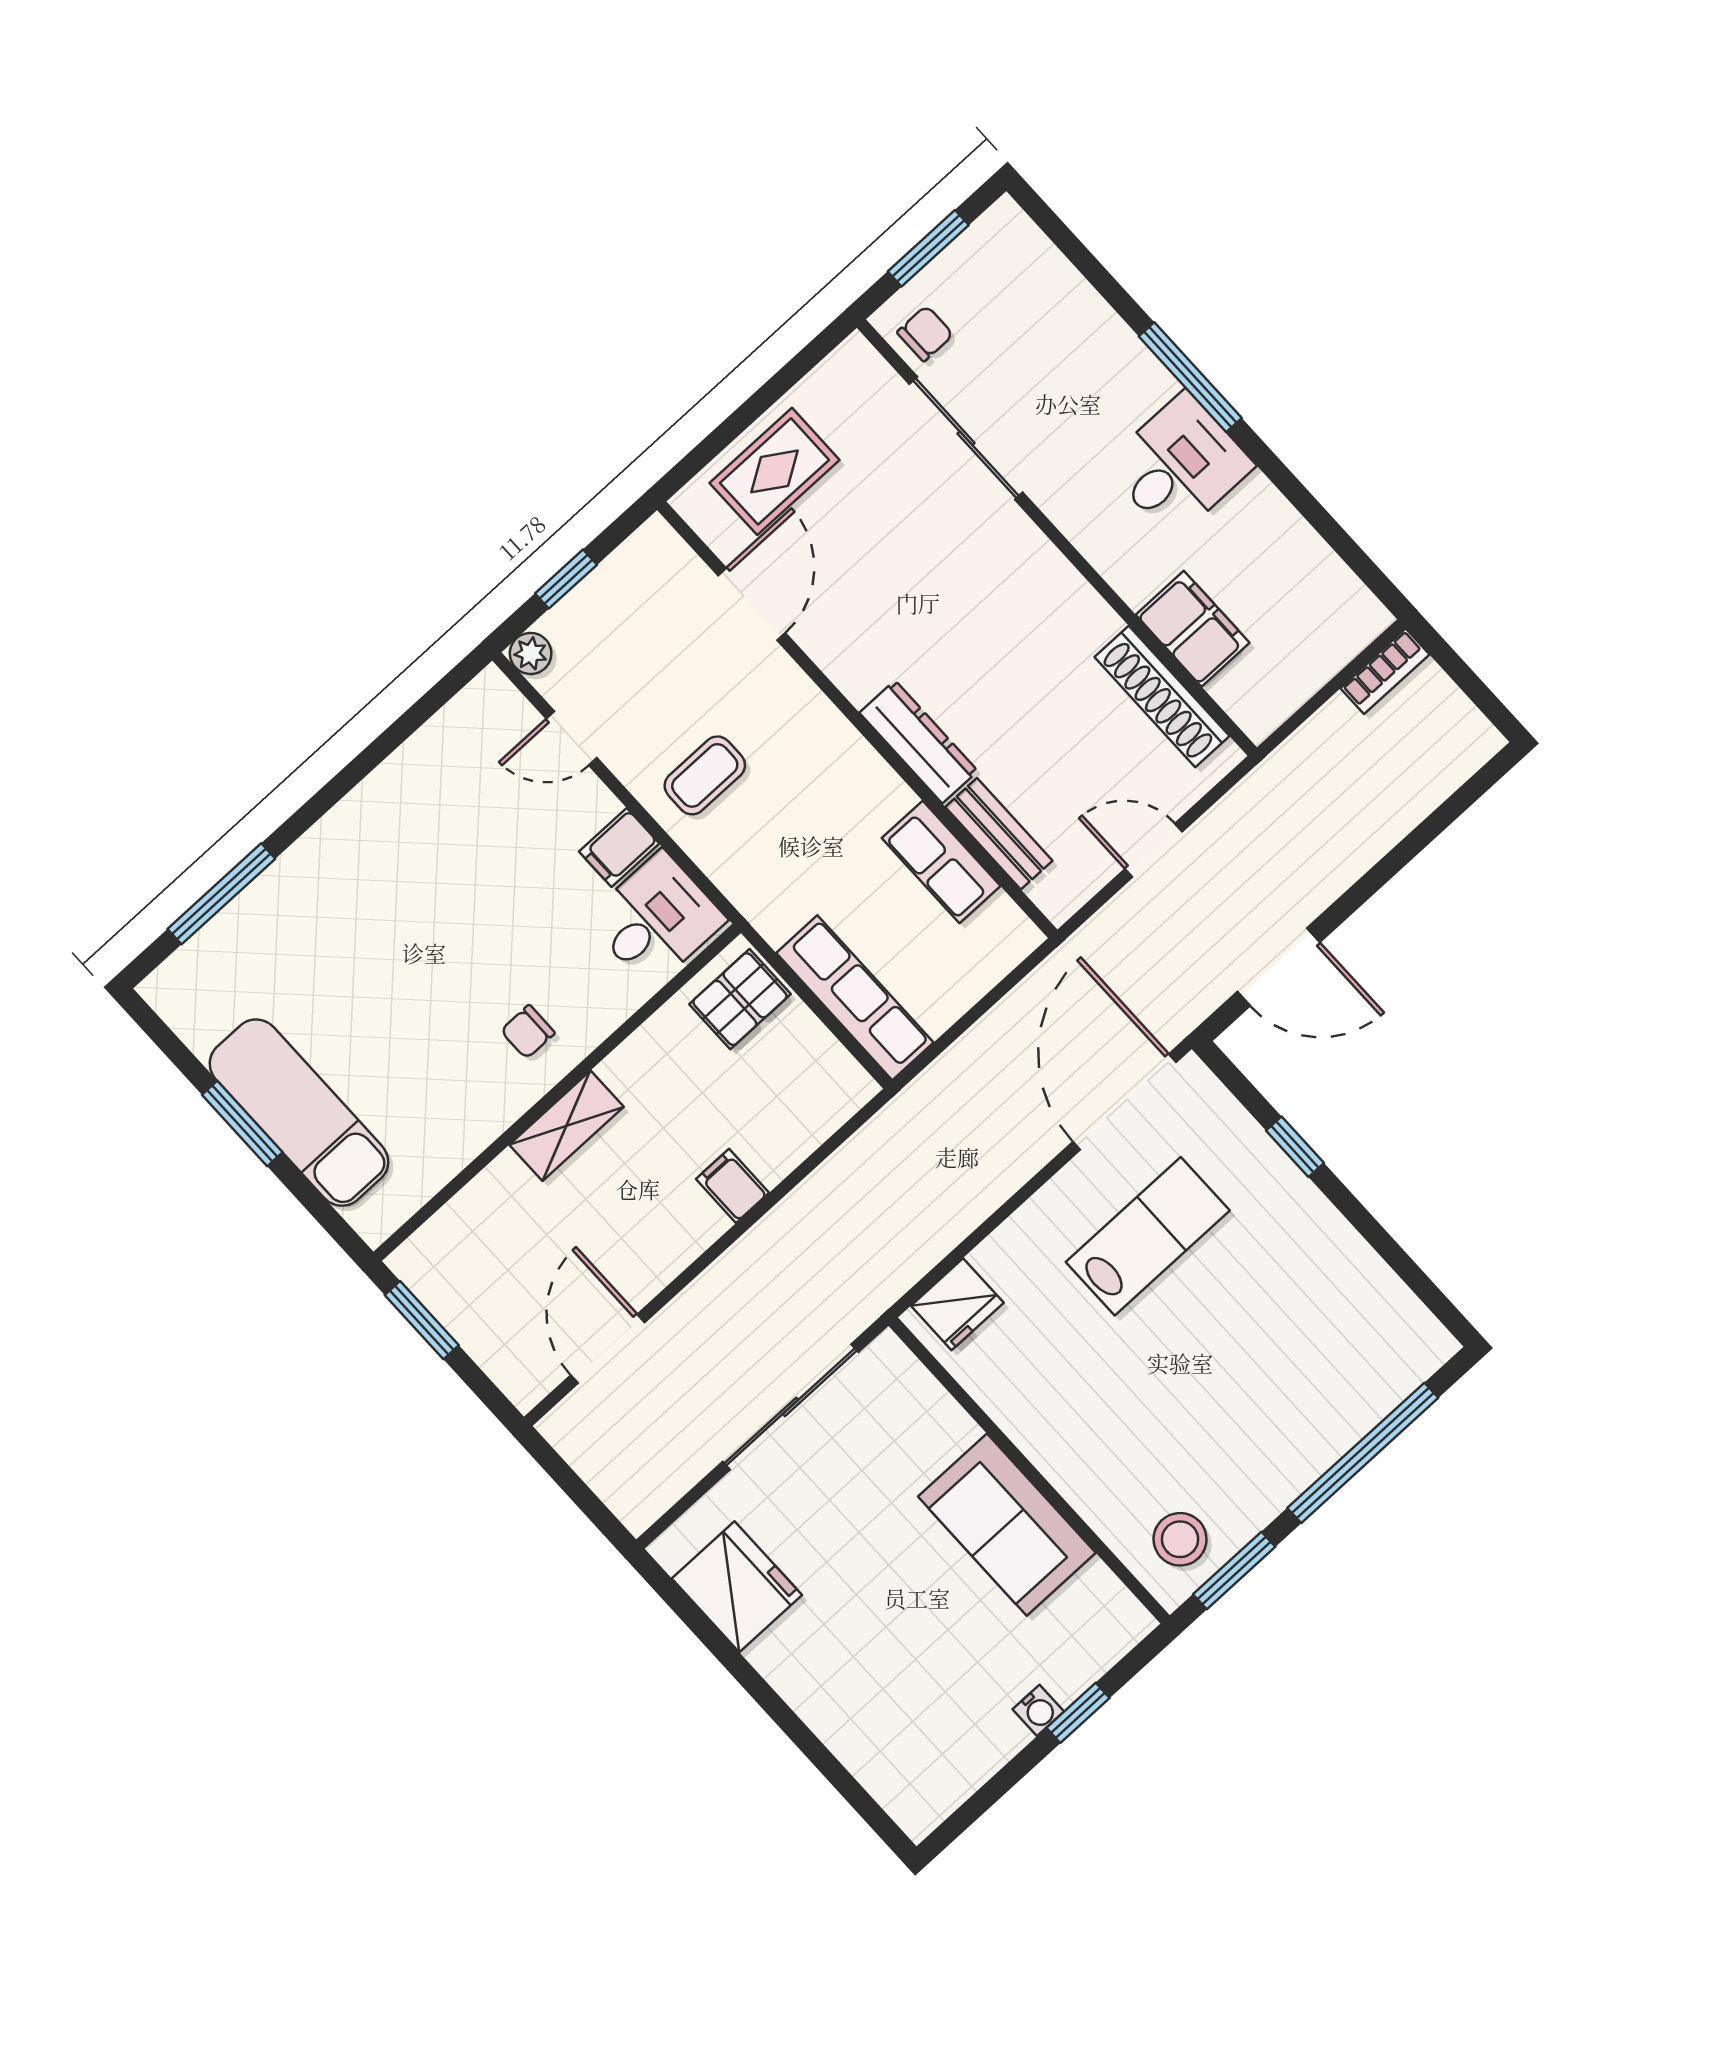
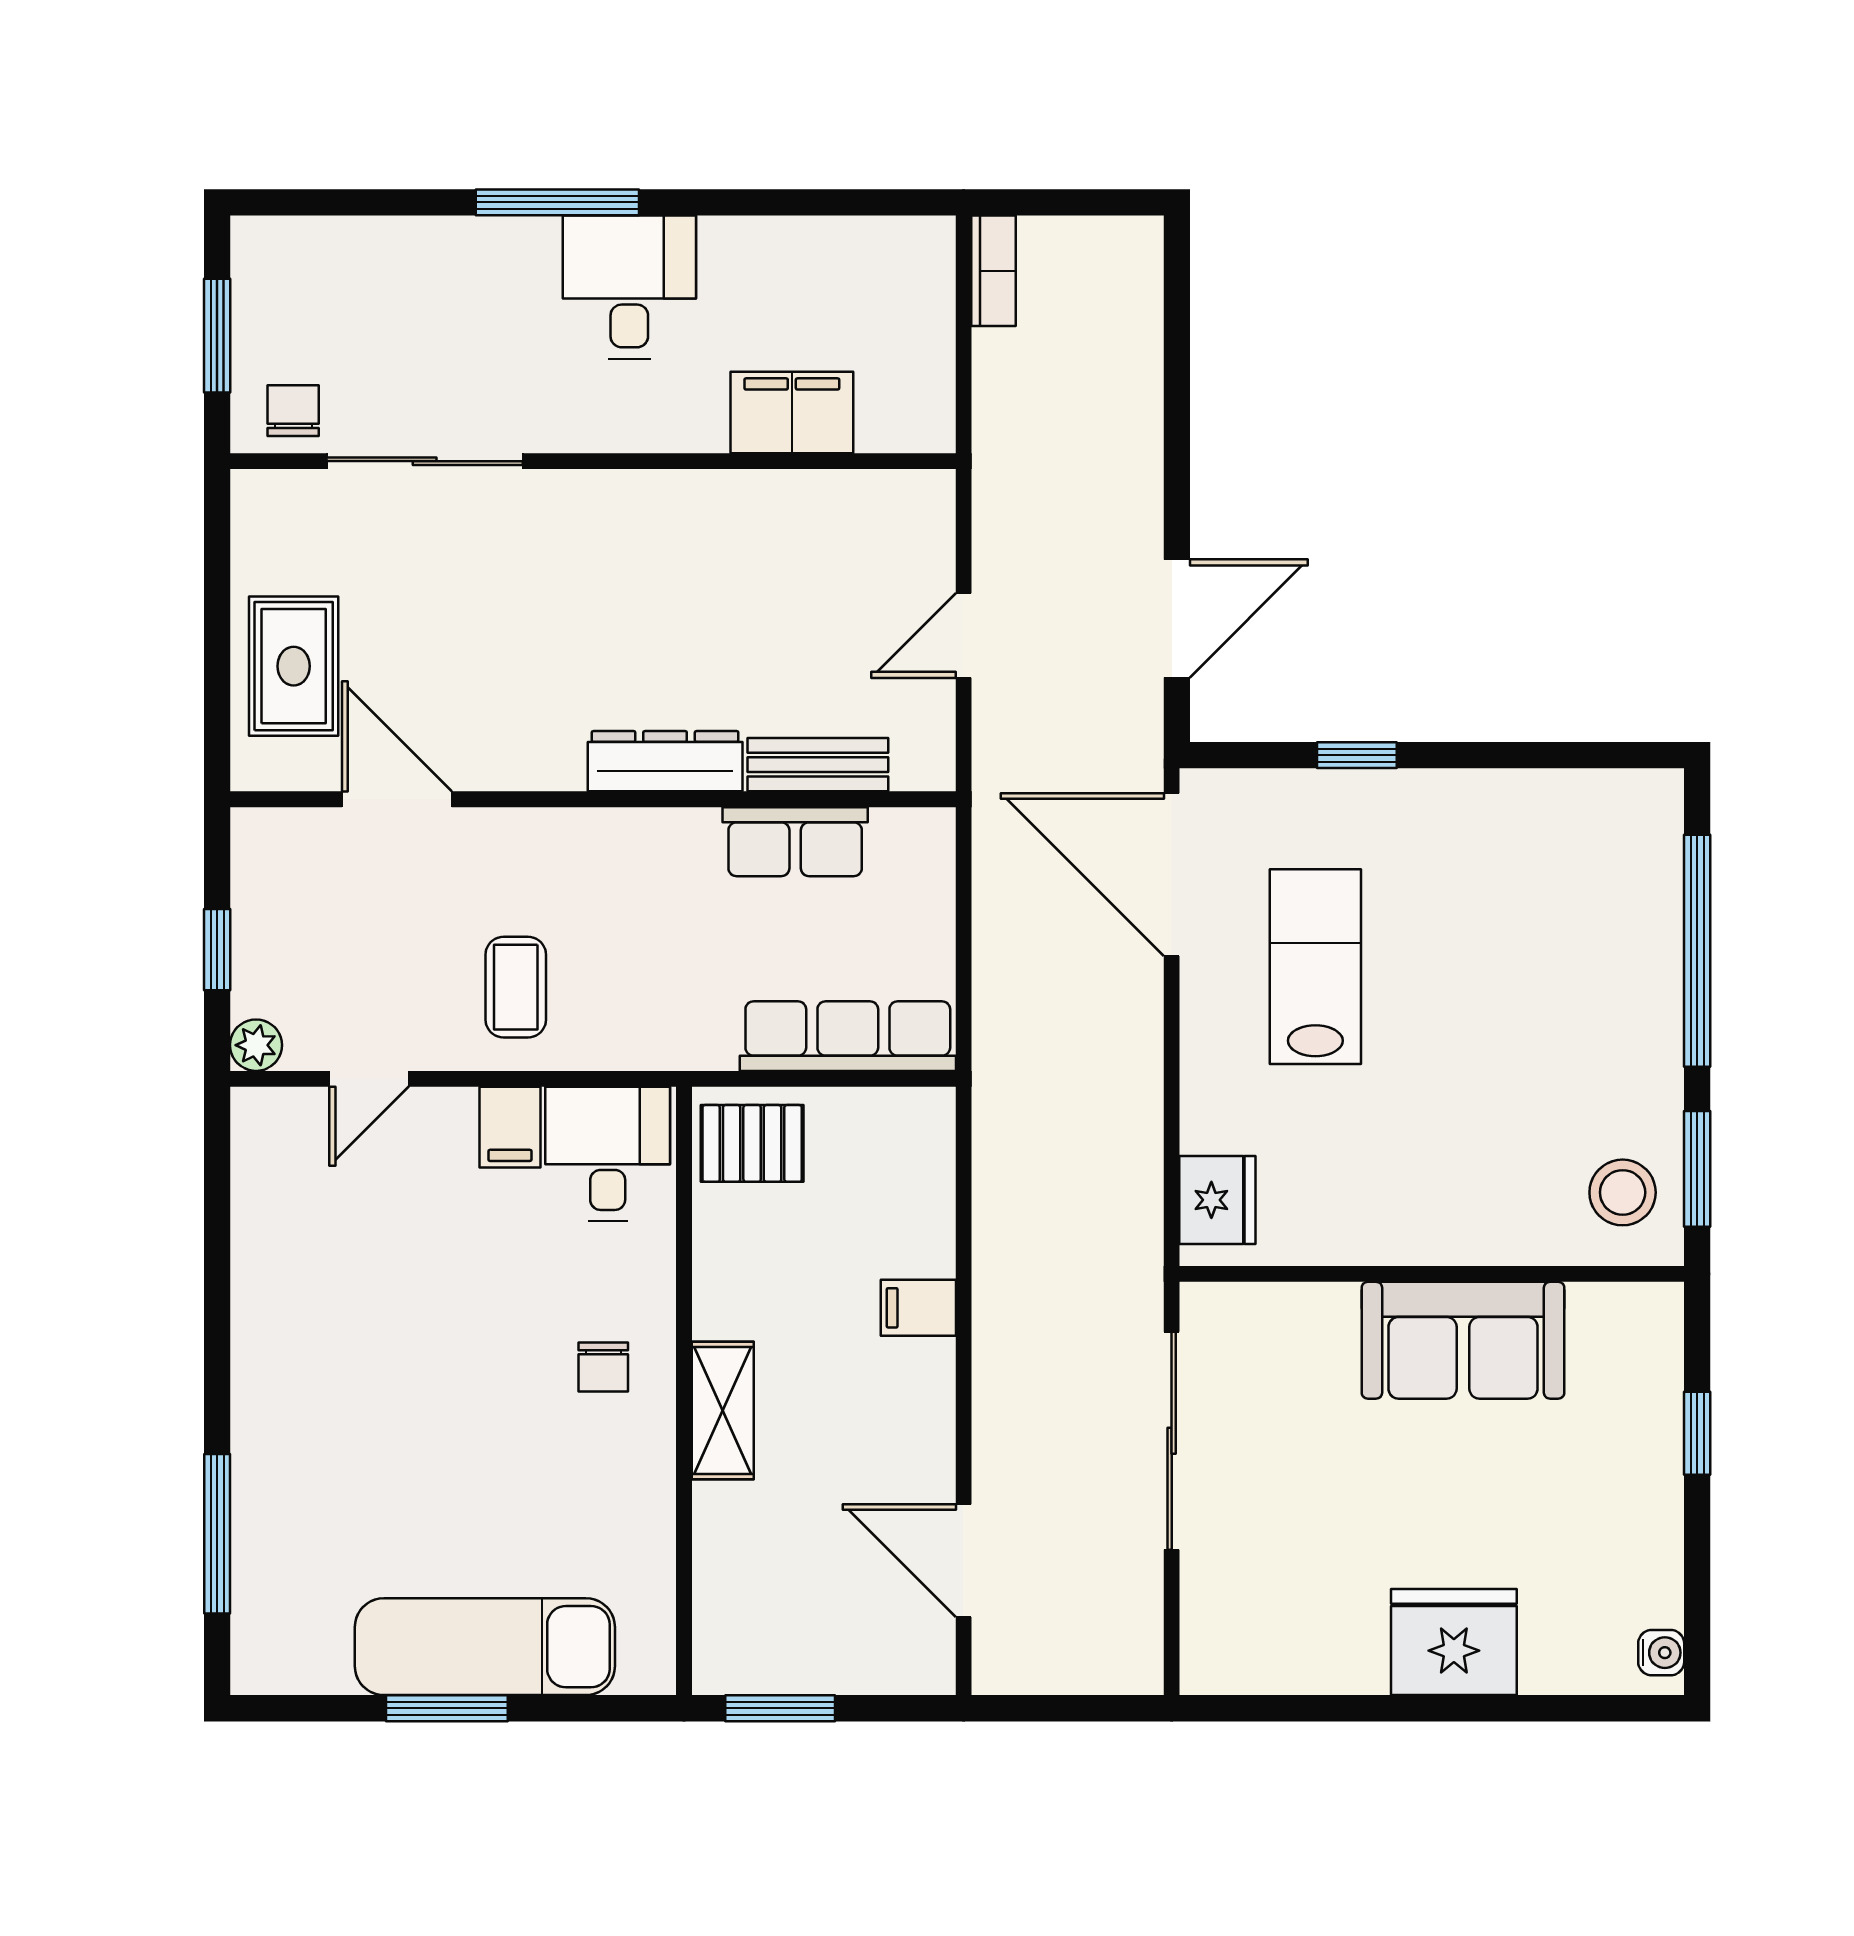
shoe rack: (1162, 696) -> (829, 498), removed
pallet: (740, 999) -> (752, 1143), turned 90
fridge: (737, 1587) -> (1454, 1642), moved
water cooler: (1038, 1710) -> (1661, 1653), moved

